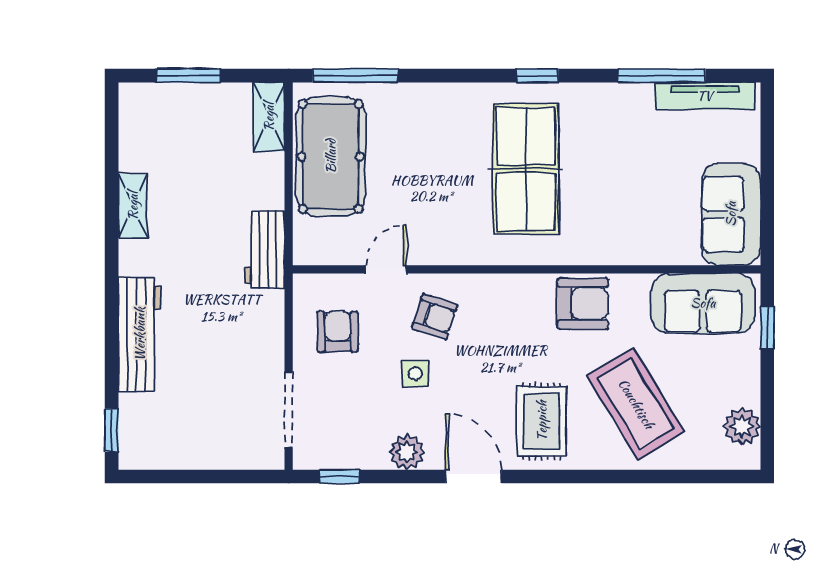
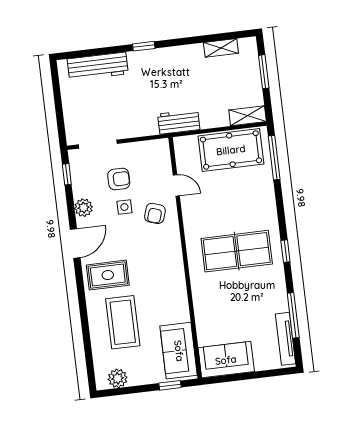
shelving: (133, 206) -> (221, 48), moved
armchair: (583, 304) -> (171, 289), removed
armchair: (338, 332) -> (119, 179), moved
workbench: (140, 334) -> (98, 66), moved
coffee table: (636, 404) -> (123, 322), turned -59
window: (112, 430) -> (144, 46), moved

